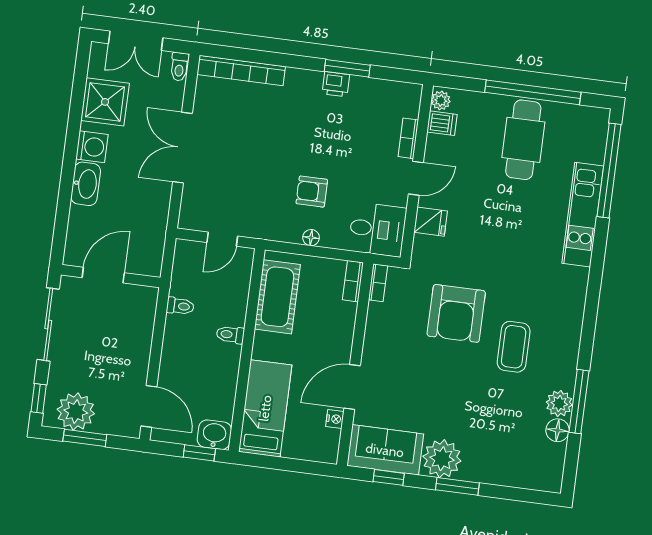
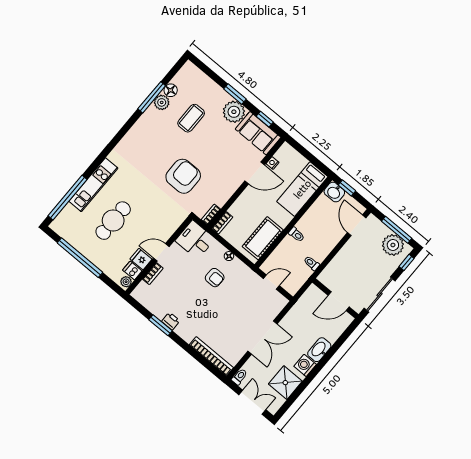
cafe table: (523, 140) -> (113, 221), moved
fridge: (431, 222) -> (141, 259), moved
coffee table: (514, 347) -> (191, 118), moved
window: (85, 438) -> (397, 230), width x1.44

